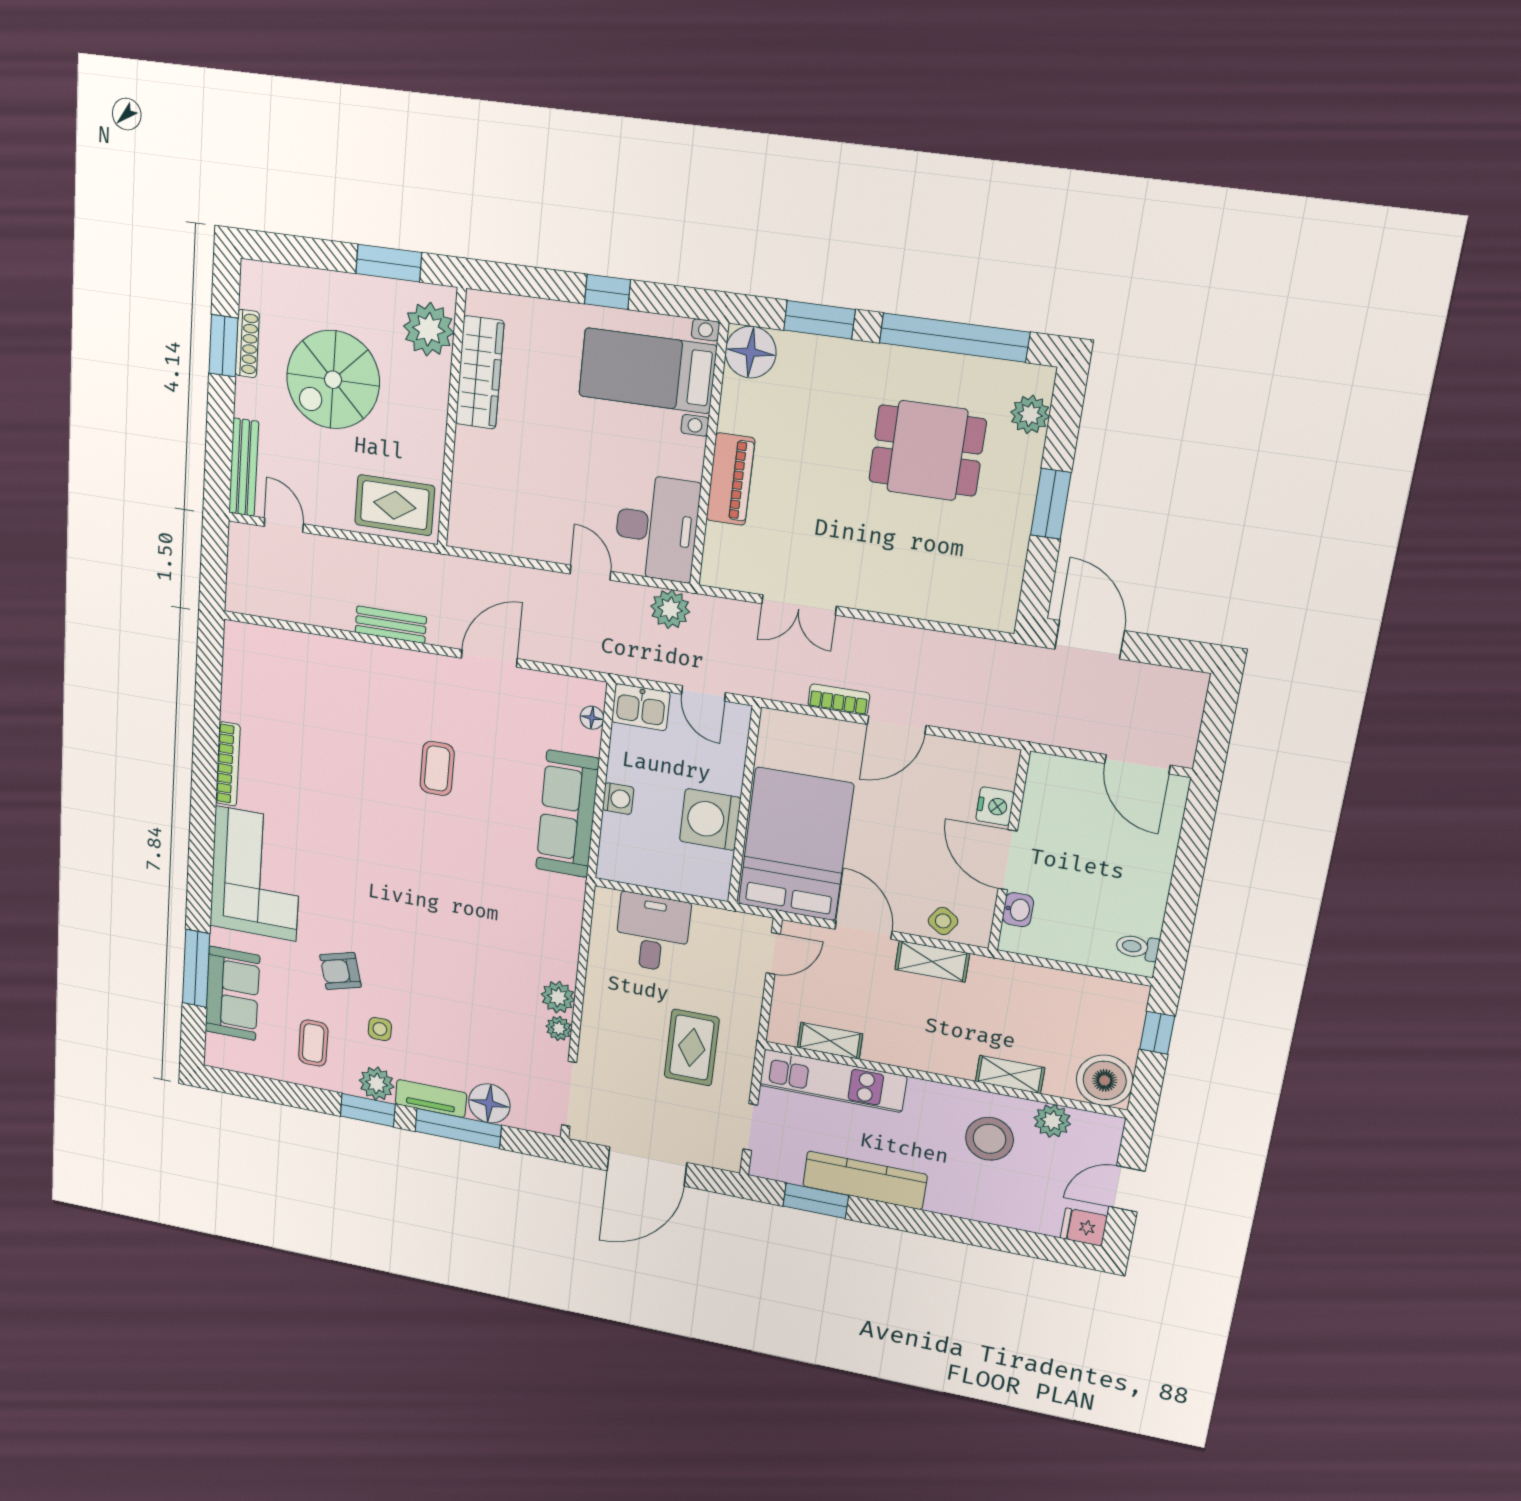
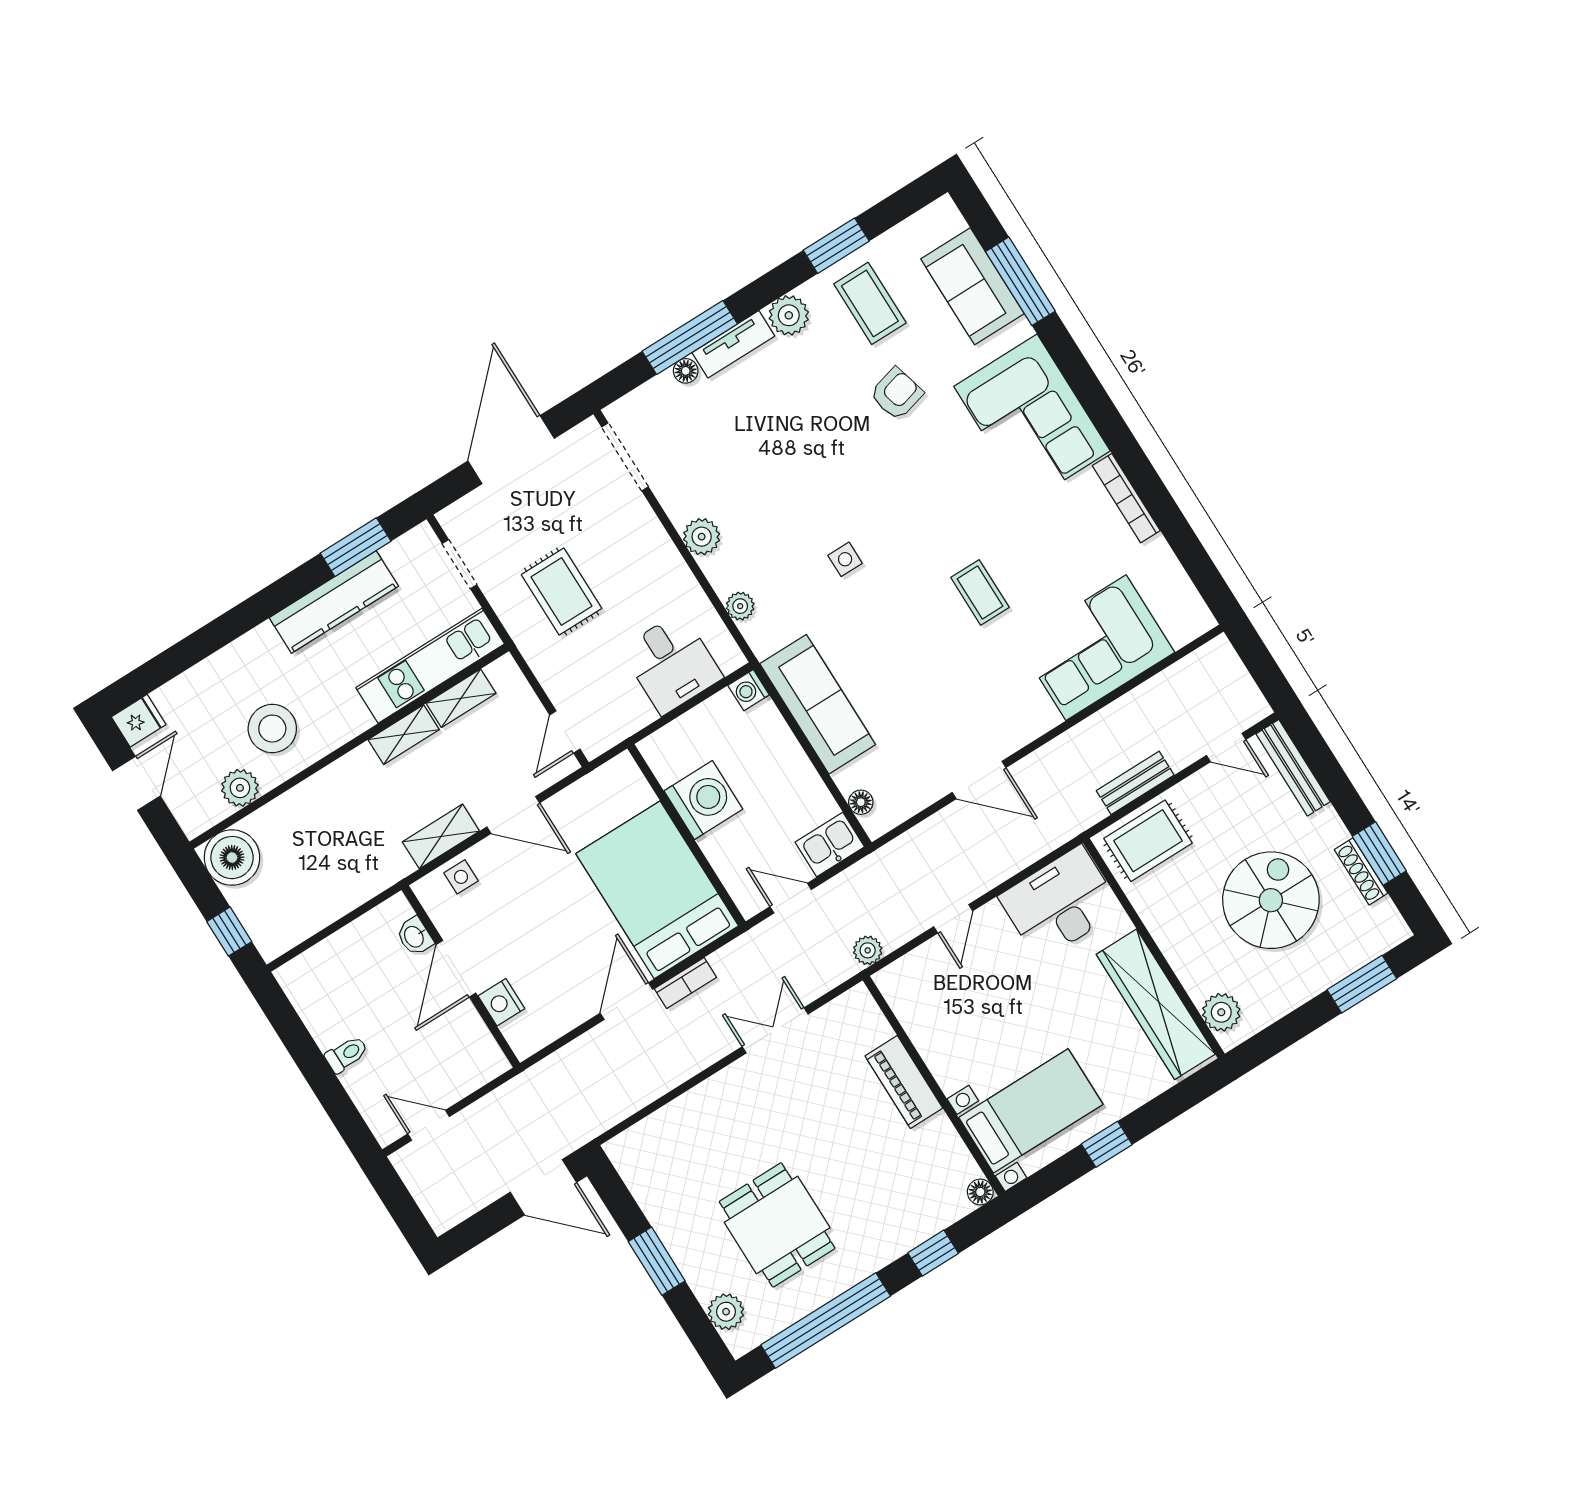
window: (389, 263) -> (1362, 984), moved
window: (819, 320) -> (933, 1253), width x0.67
plant: (429, 329) -> (1221, 1012), width x0.73, depth x0.73
floor lamp: (751, 352) -> (980, 1192), width x0.53, depth x0.53
wardrobe: (480, 373) -> (1156, 1004), width x1.40, depth x1.17
dining table: (927, 451) -> (777, 1225), turned 90
desk: (657, 528) -> (1060, 903), moved, turned 90
door: (590, 573) -> (953, 919), hinge flipped
plant: (670, 609) -> (868, 950), width x0.73, depth x0.73
bench: (391, 625) -> (1135, 783), moved
door: (489, 658) -> (979, 780), hinge flipped
corner sofa: (328, 679) -> (1096, 648), added
door: (1137, 764) -> (429, 1125), width x0.73
coffee table: (437, 768) -> (980, 592), moved
washing machine: (618, 799) -> (749, 690), moved
bed: (796, 844) -> (657, 890), moved, turned 180
door: (1008, 860) -> (456, 969), swing flipped
side table: (943, 921) -> (461, 877), turned -34
toilet: (1138, 947) -> (346, 1054), moved
plant: (559, 1028) -> (740, 606), moved
side table: (380, 1029) -> (845, 559), moved
coffee table: (313, 1043) -> (870, 303), width x1.36, depth x1.30
shelving: (1010, 1074) -> (404, 735), moved
floor lamp: (489, 1103) -> (686, 371), width x0.53, depth x0.53
window: (368, 1110) -> (836, 246), moved

